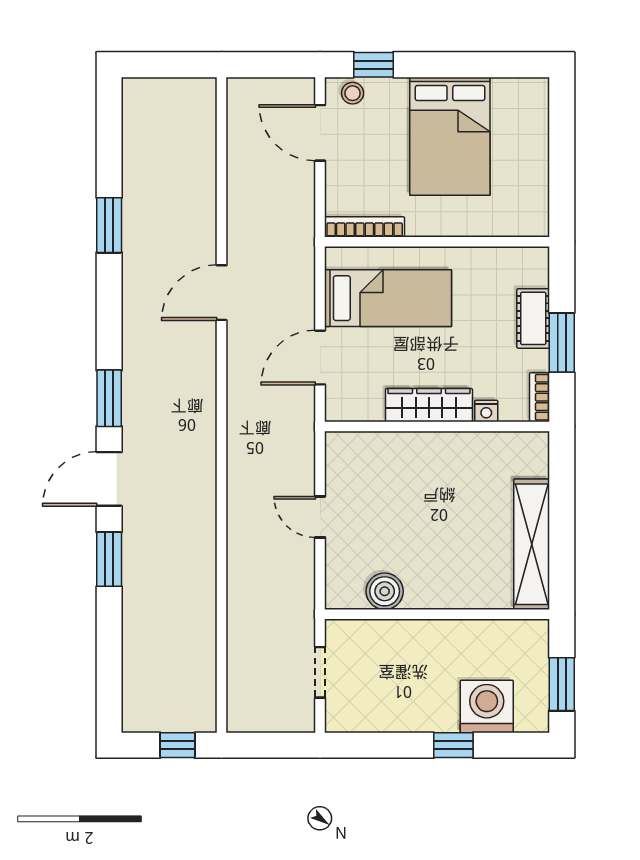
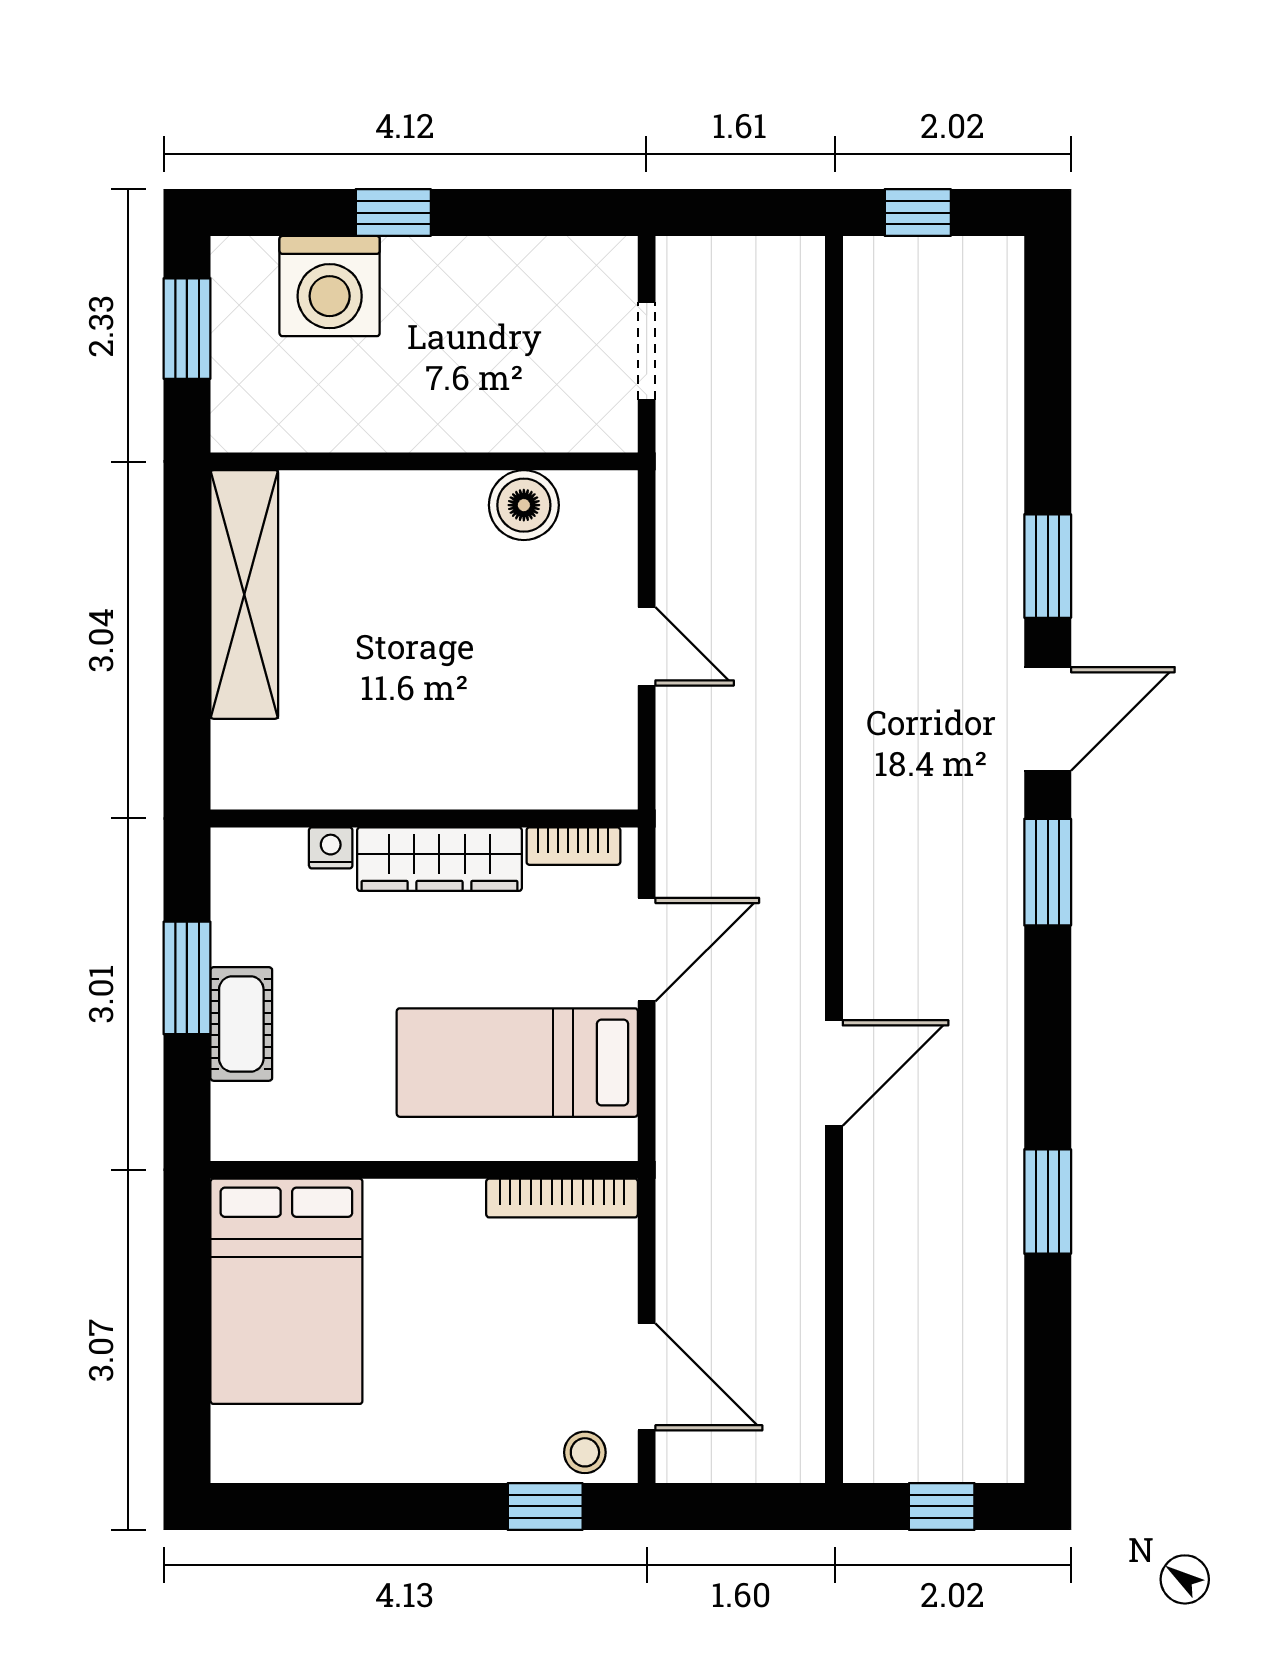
window: (165, 65) -> (942, 1506), added
bed: (450, 136) -> (286, 1291), moved, turned 180
bookcase: (540, 397) -> (573, 846), moved, turned 90

